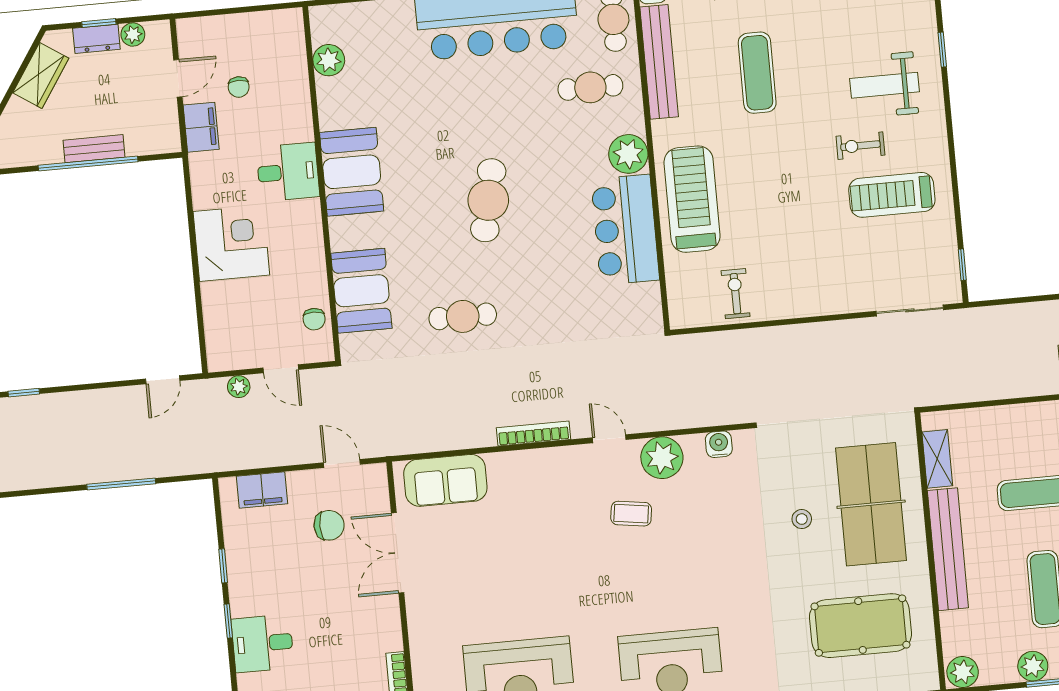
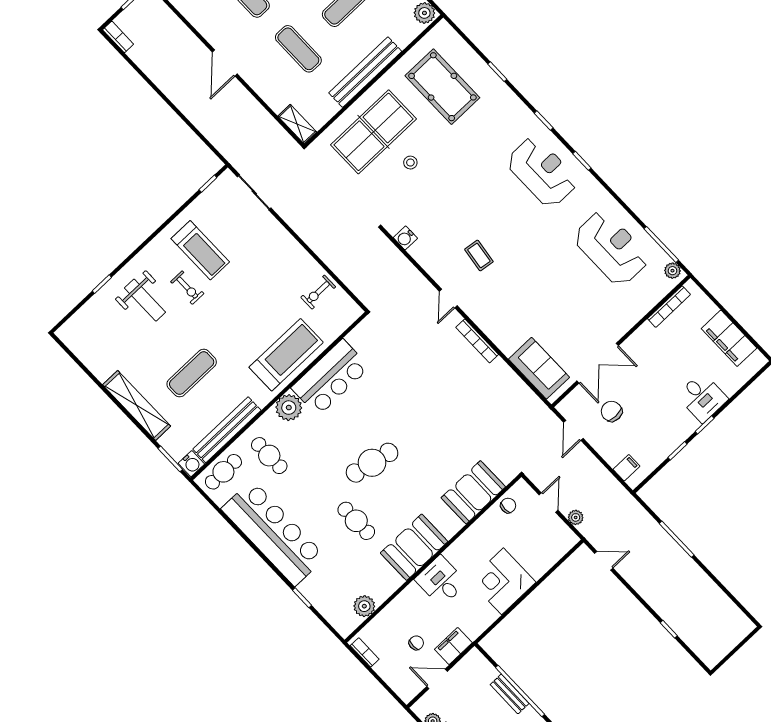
bookcase: (275, 18) -> (365, 652), added
treadmill: (692, 199) -> (286, 355), turned 180
cafe table: (463, 316) -> (356, 521), moved
plant: (662, 458) -> (436, 263), removed
shelving: (937, 459) -> (297, 124), moved, turned 90
filing cabinet: (262, 490) -> (626, 468), width x0.50

